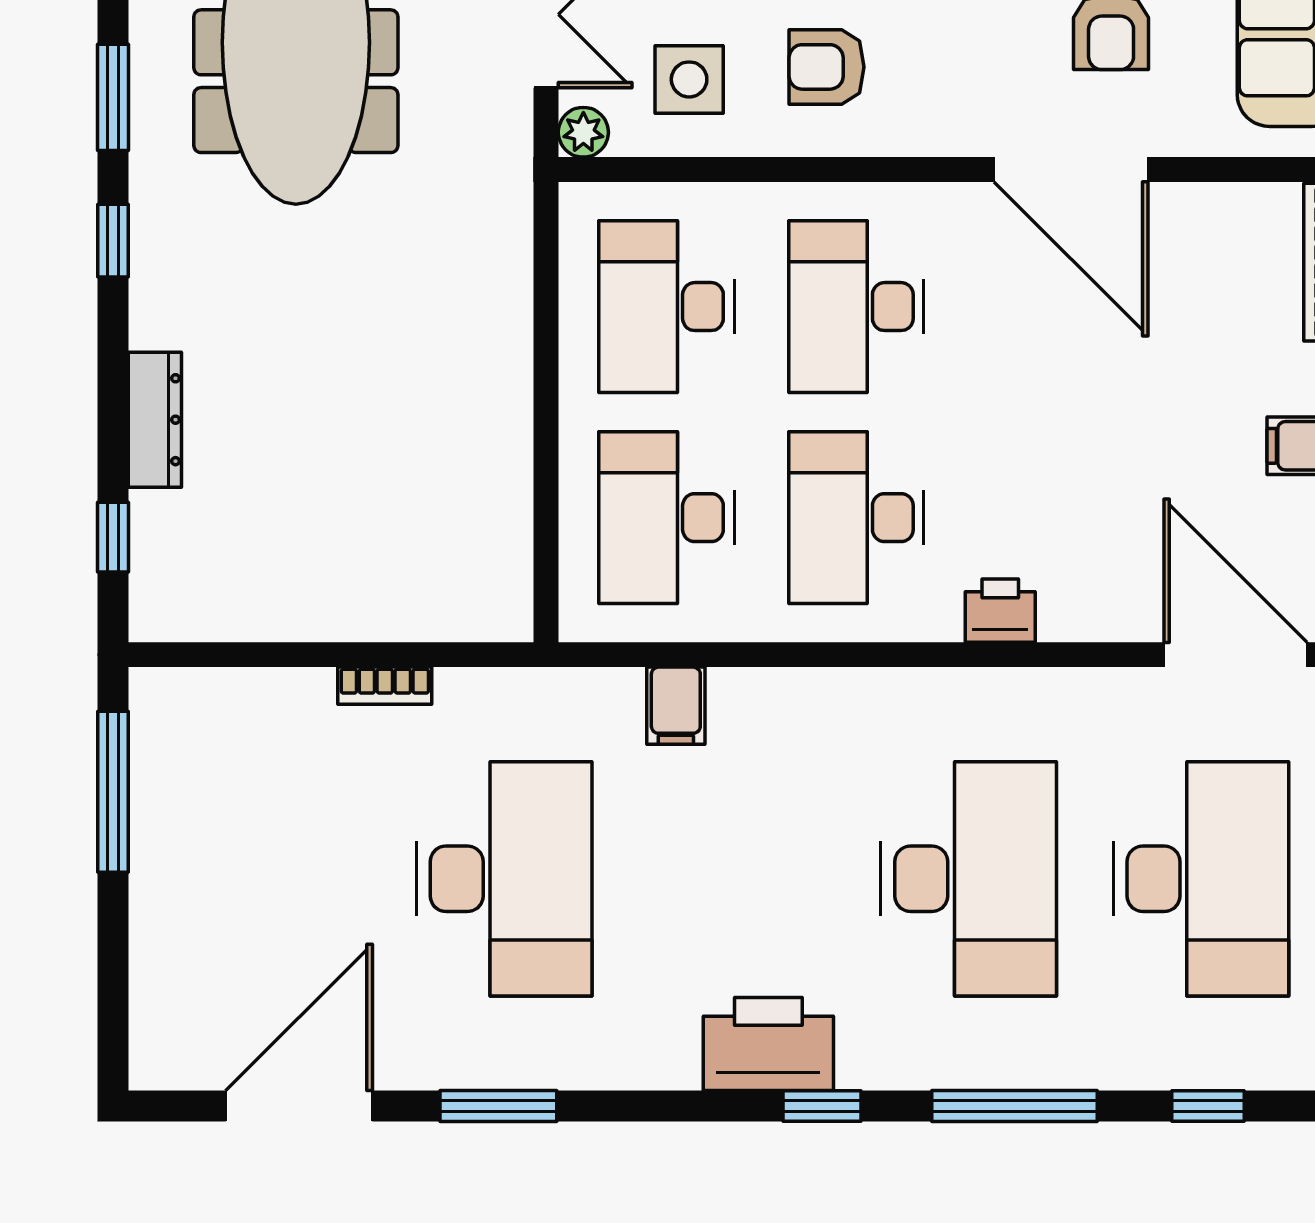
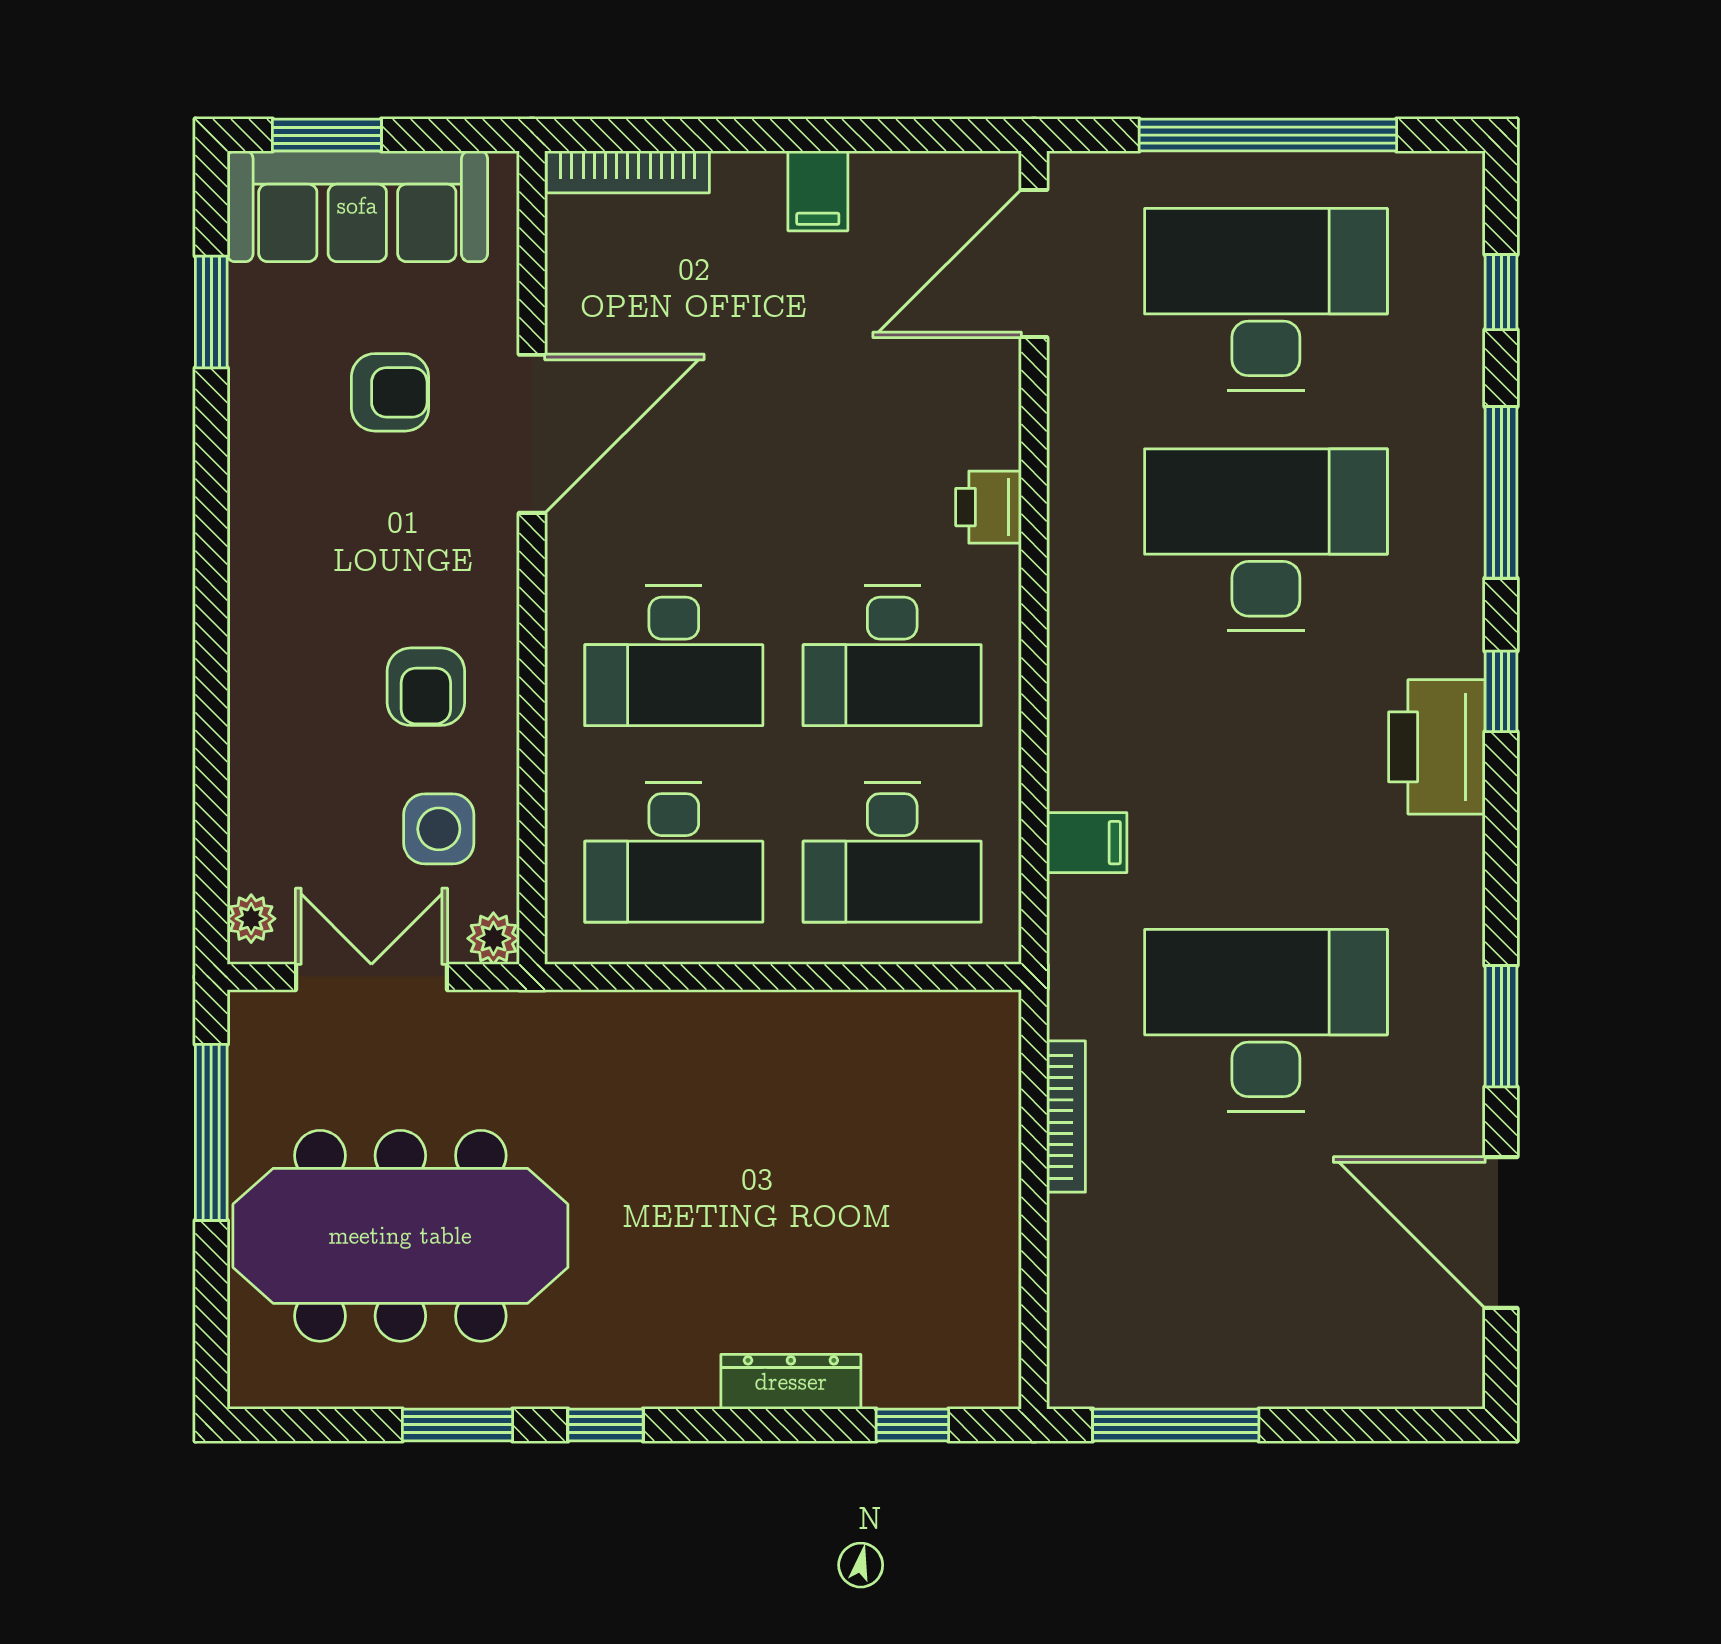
bookcase: (385, 686) -> (1066, 1117), width x1.56

